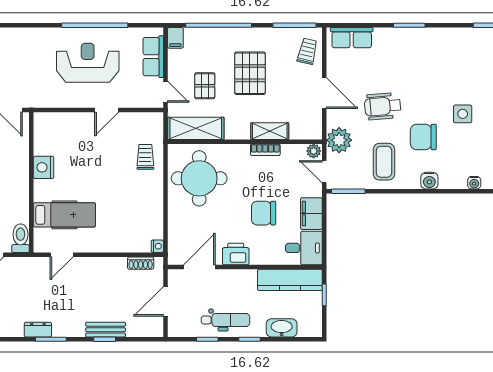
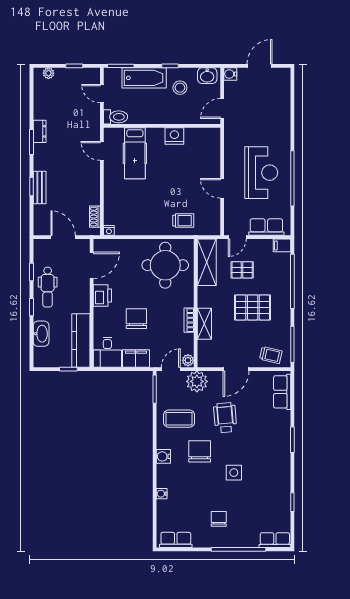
side table: (463, 114) -> (234, 473), moved
door: (199, 267) -> (92, 265), hinge flipped

